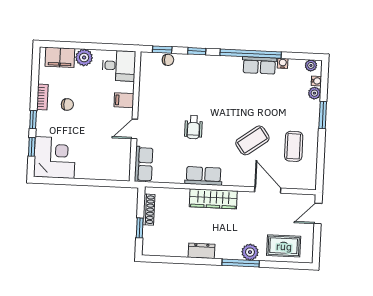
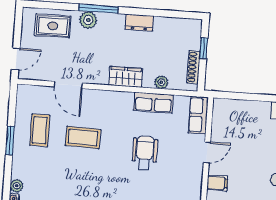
window: (323, 115) -> (10, 141), moved
wheelchair: (193, 127) -> (145, 153), width x1.36, depth x1.37
coffee table: (252, 140) -> (83, 137), turned 38
row of seats: (204, 176) -> (153, 103), moved
plant: (179, 194) -> (161, 82), added
wardrobe: (213, 199) -> (126, 77), width x0.67

